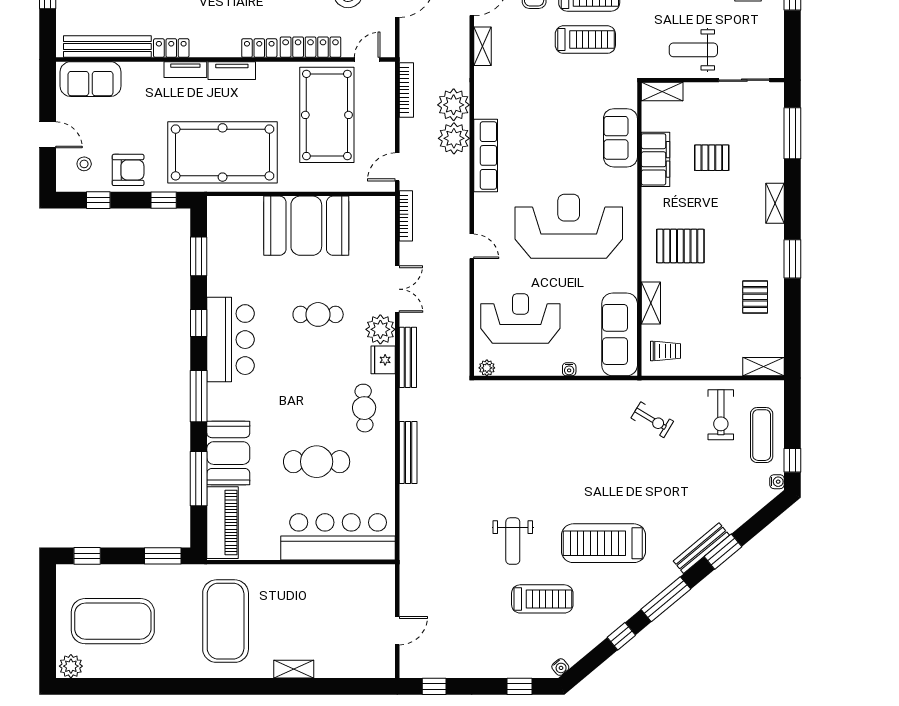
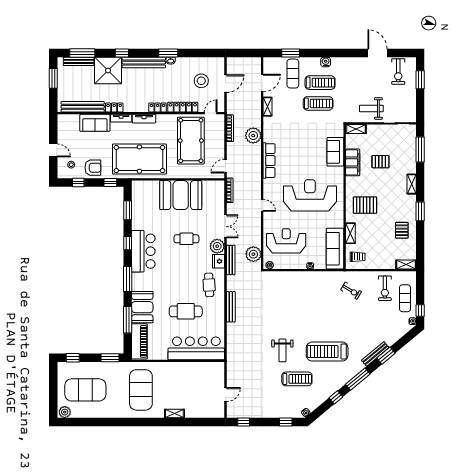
sofa: (90, 79) -> (95, 123), moved
plant: (454, 138) -> (253, 254), moved

